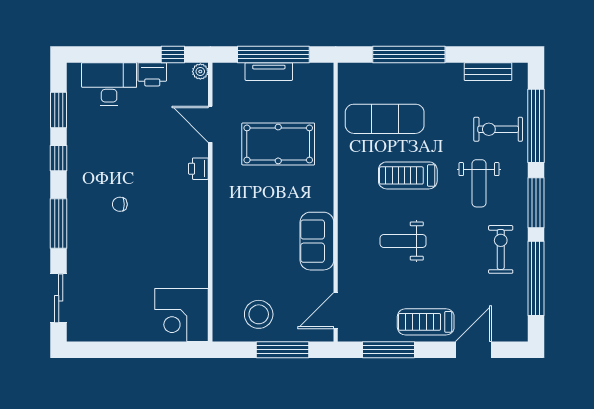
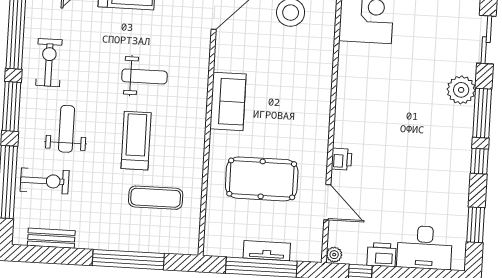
exercise mat: (385, 119) -> (156, 198), width x0.73, depth x0.69
window: (59, 158) -> (479, 161), moved
treadmill: (408, 175) -> (136, 141), turned -90
chair: (120, 204) -> (421, 129), removed
sofa: (317, 241) -> (228, 101), moved
plant: (81, 246) -> (461, 90), added
exercise bike: (501, 249) -> (49, 63), turned 180

